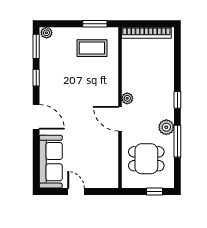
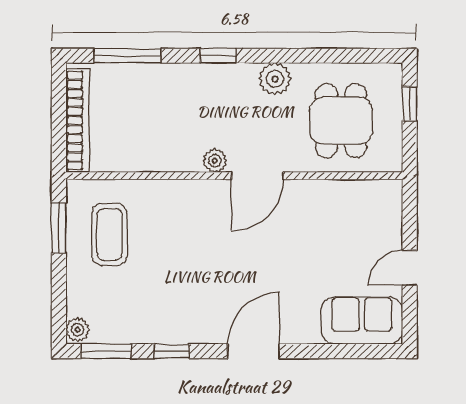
window: (177, 141) -> (128, 56), moved
sofa: (51, 162) -> (362, 321), width x0.73

